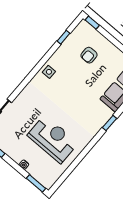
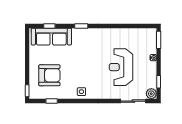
armchair: (89, 55) -> (49, 75), width x1.88, depth x1.88
reception desk: (53, 139) -> (121, 67), moved

